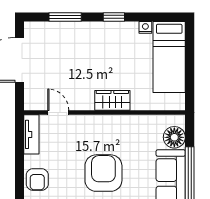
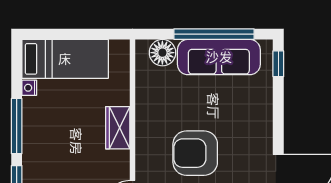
window: (114, 17) -> (17, 126), width x2.17
armchair: (103, 173) -> (195, 153), moved

